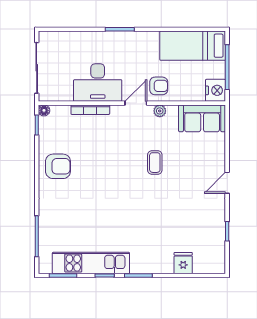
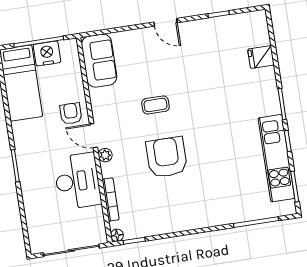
nightstand: (216, 90) -> (47, 53), moved
bookcase: (90, 110) -> (111, 200), moved
plant: (160, 111) -> (105, 155), moved
armchair: (58, 166) -> (167, 157), moved, width x1.36, depth x1.36

